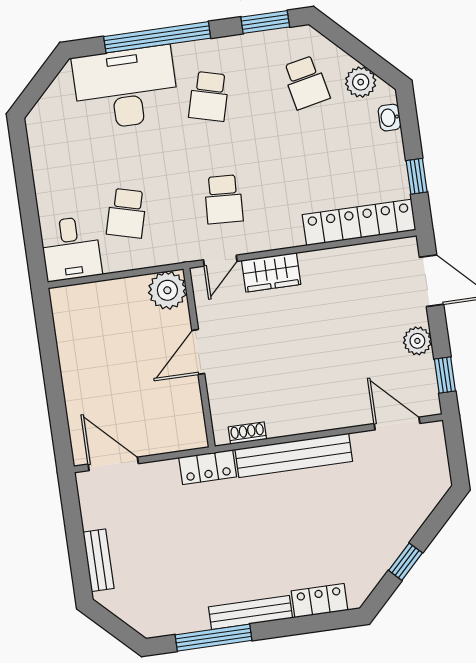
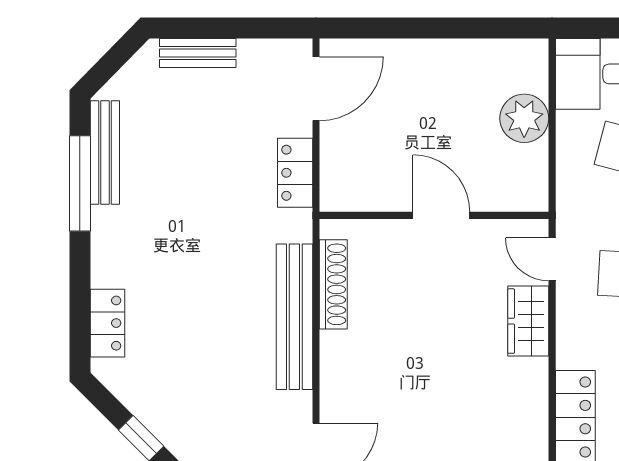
plant: (167, 290) -> (524, 118), moved
shoe rack: (247, 433) -> (333, 284), width x1.94, depth x1.24
locker: (208, 467) -> (295, 173), moved
bench: (251, 613) -> (105, 153), moved

